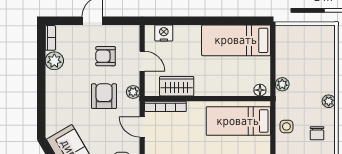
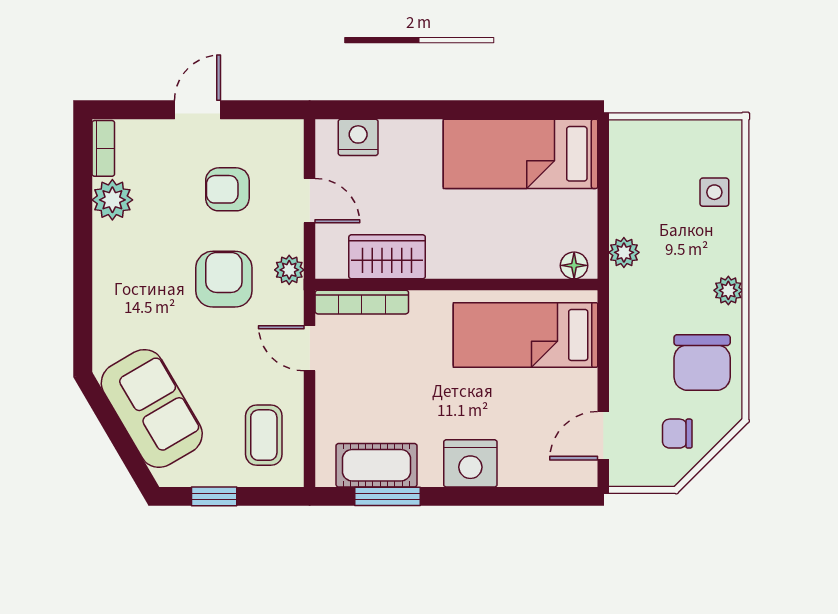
side table: (286, 126) -> (714, 192), moved
chair: (317, 133) -> (702, 363), width x1.87, depth x1.87

